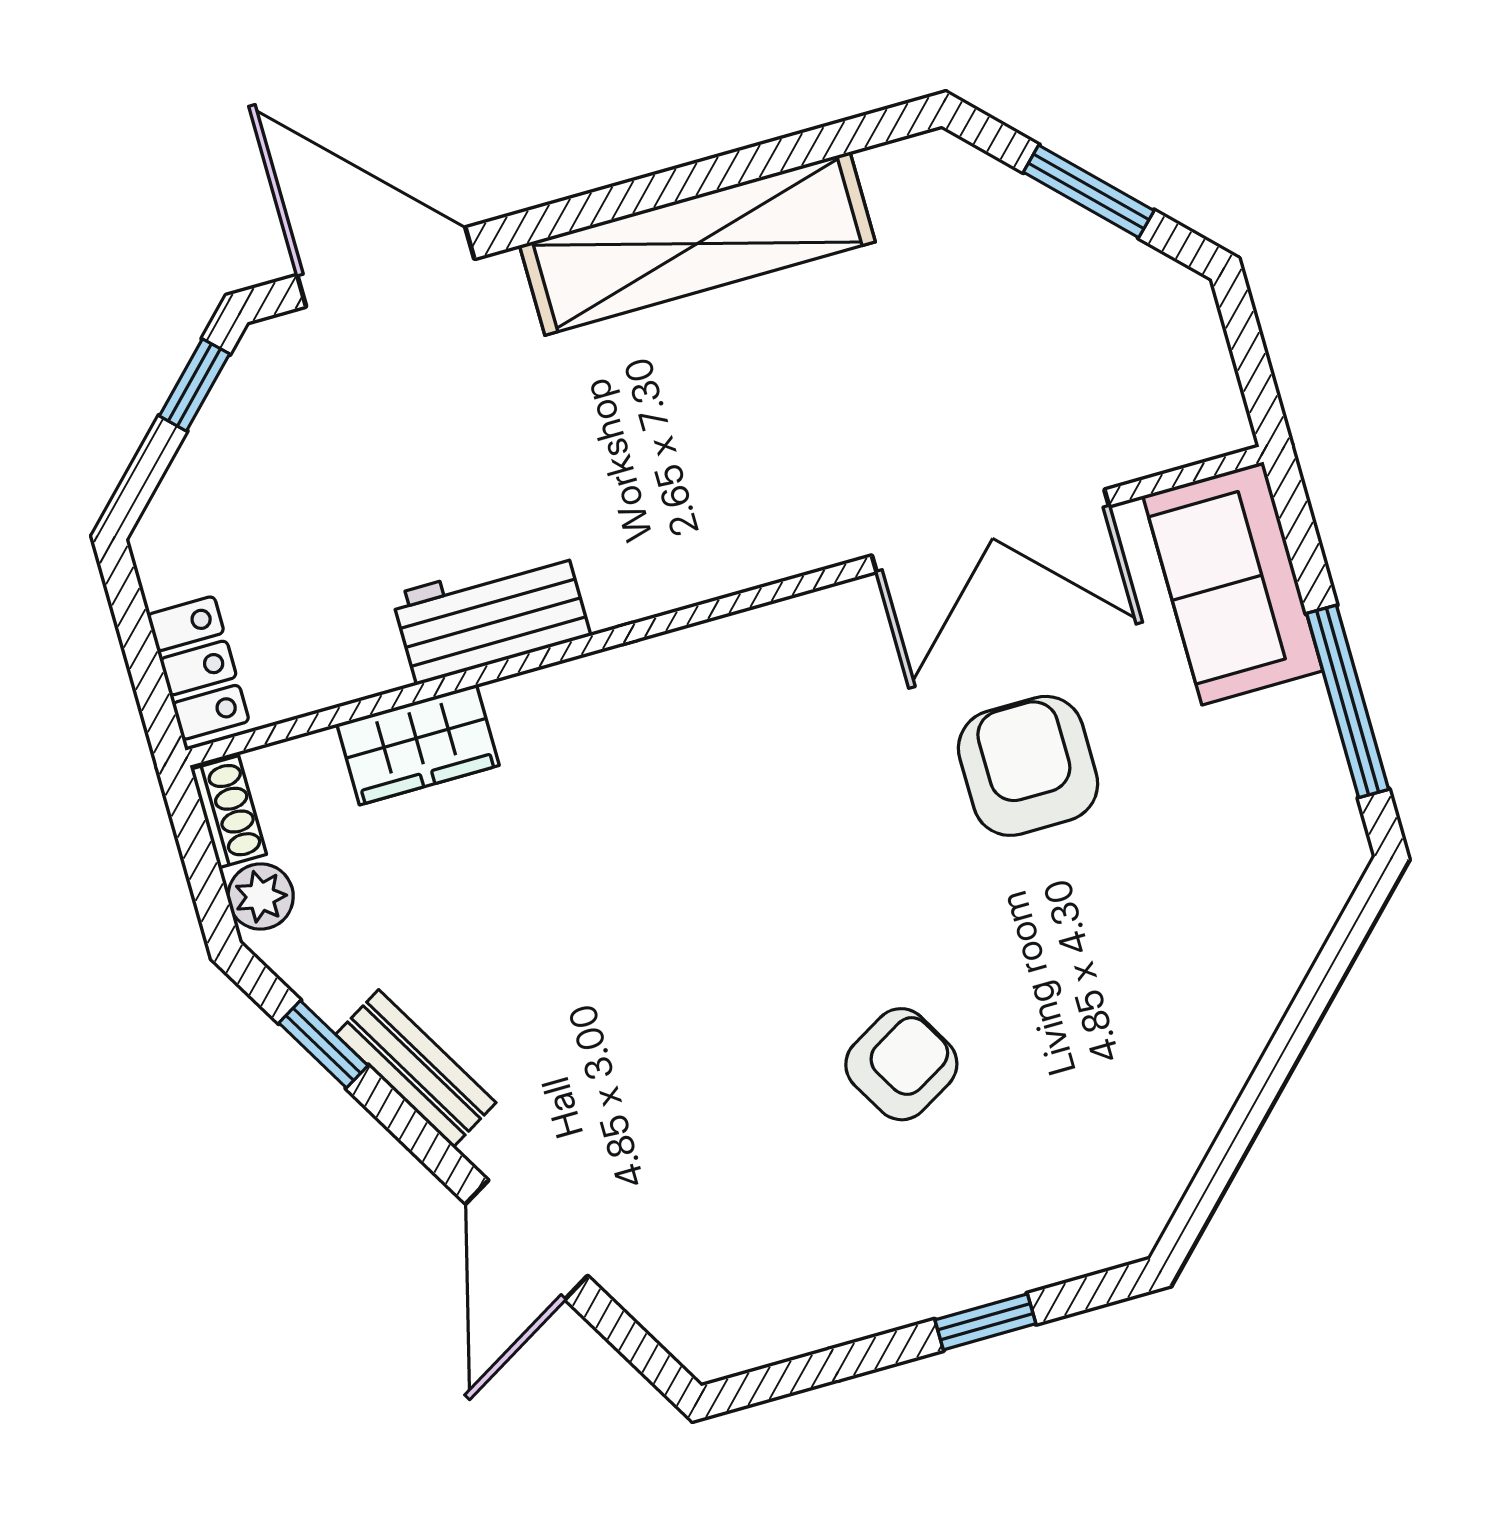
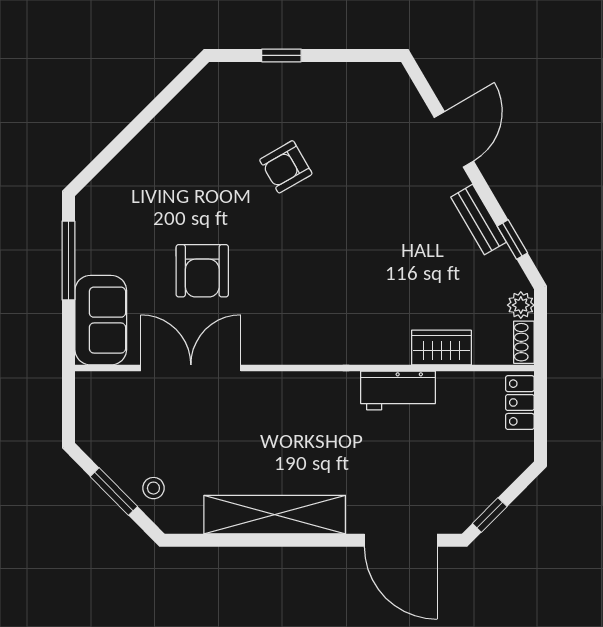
stool: (998, 226) -> (153, 488), added

